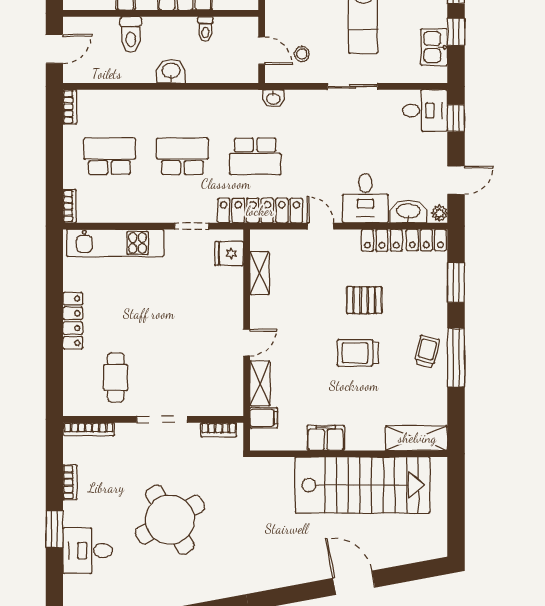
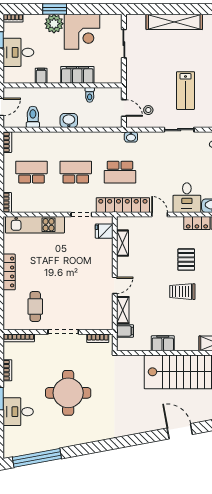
toilet: (131, 34) -> (33, 117), moved, turned 180
pallet: (364, 300) -> (186, 260), turned 90
round table: (170, 520) -> (68, 393), turned 30

